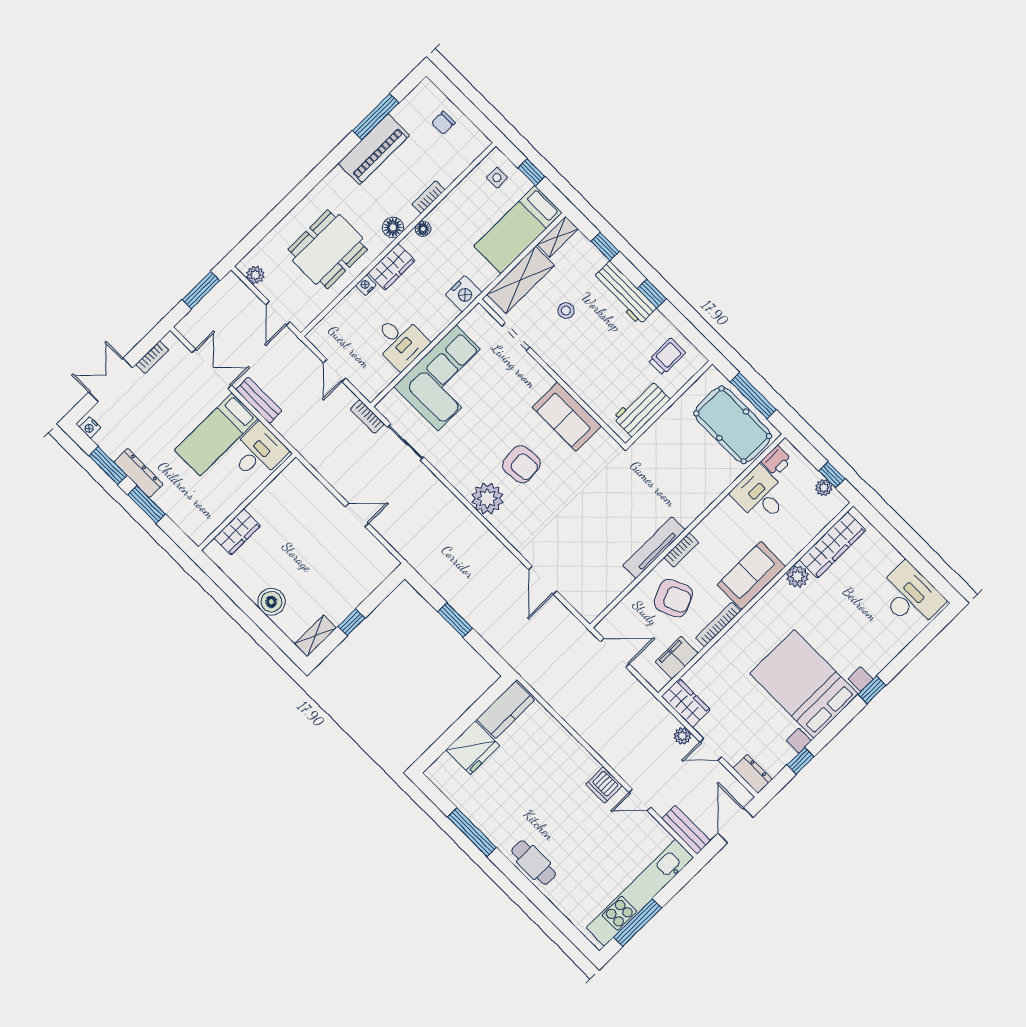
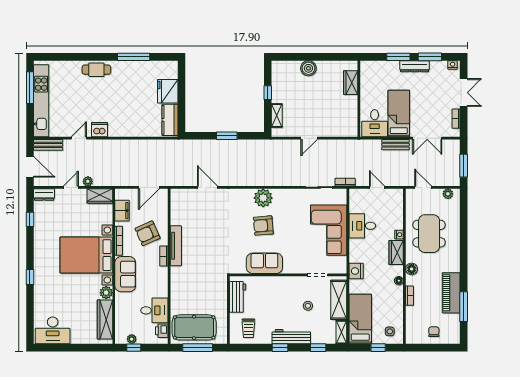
shelving: (315, 636) -> (277, 116), moved
bed with nightstands: (804, 684) -> (86, 255), moved, turned 180

